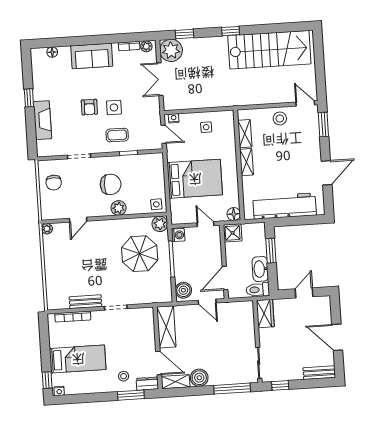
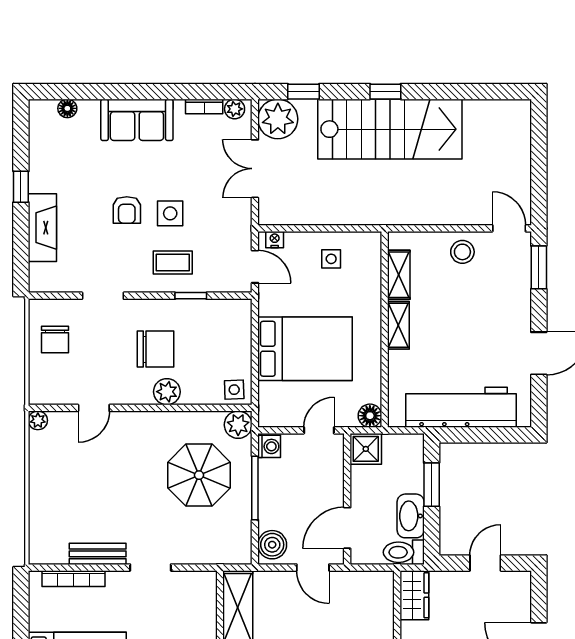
stairs: (269, 50) -> (390, 129), moved
door: (206, 224) -> (319, 430), hinge flipped

